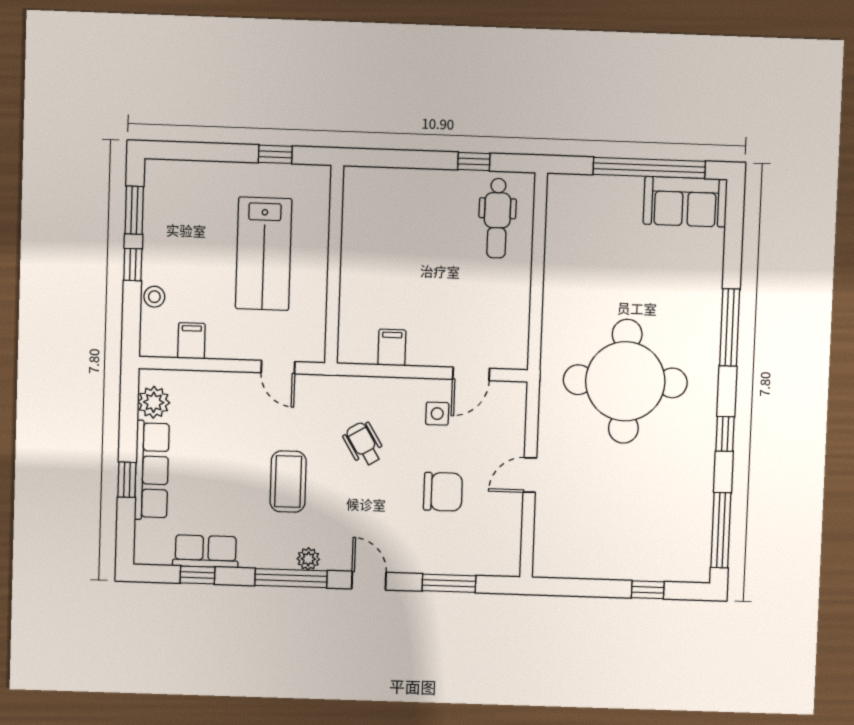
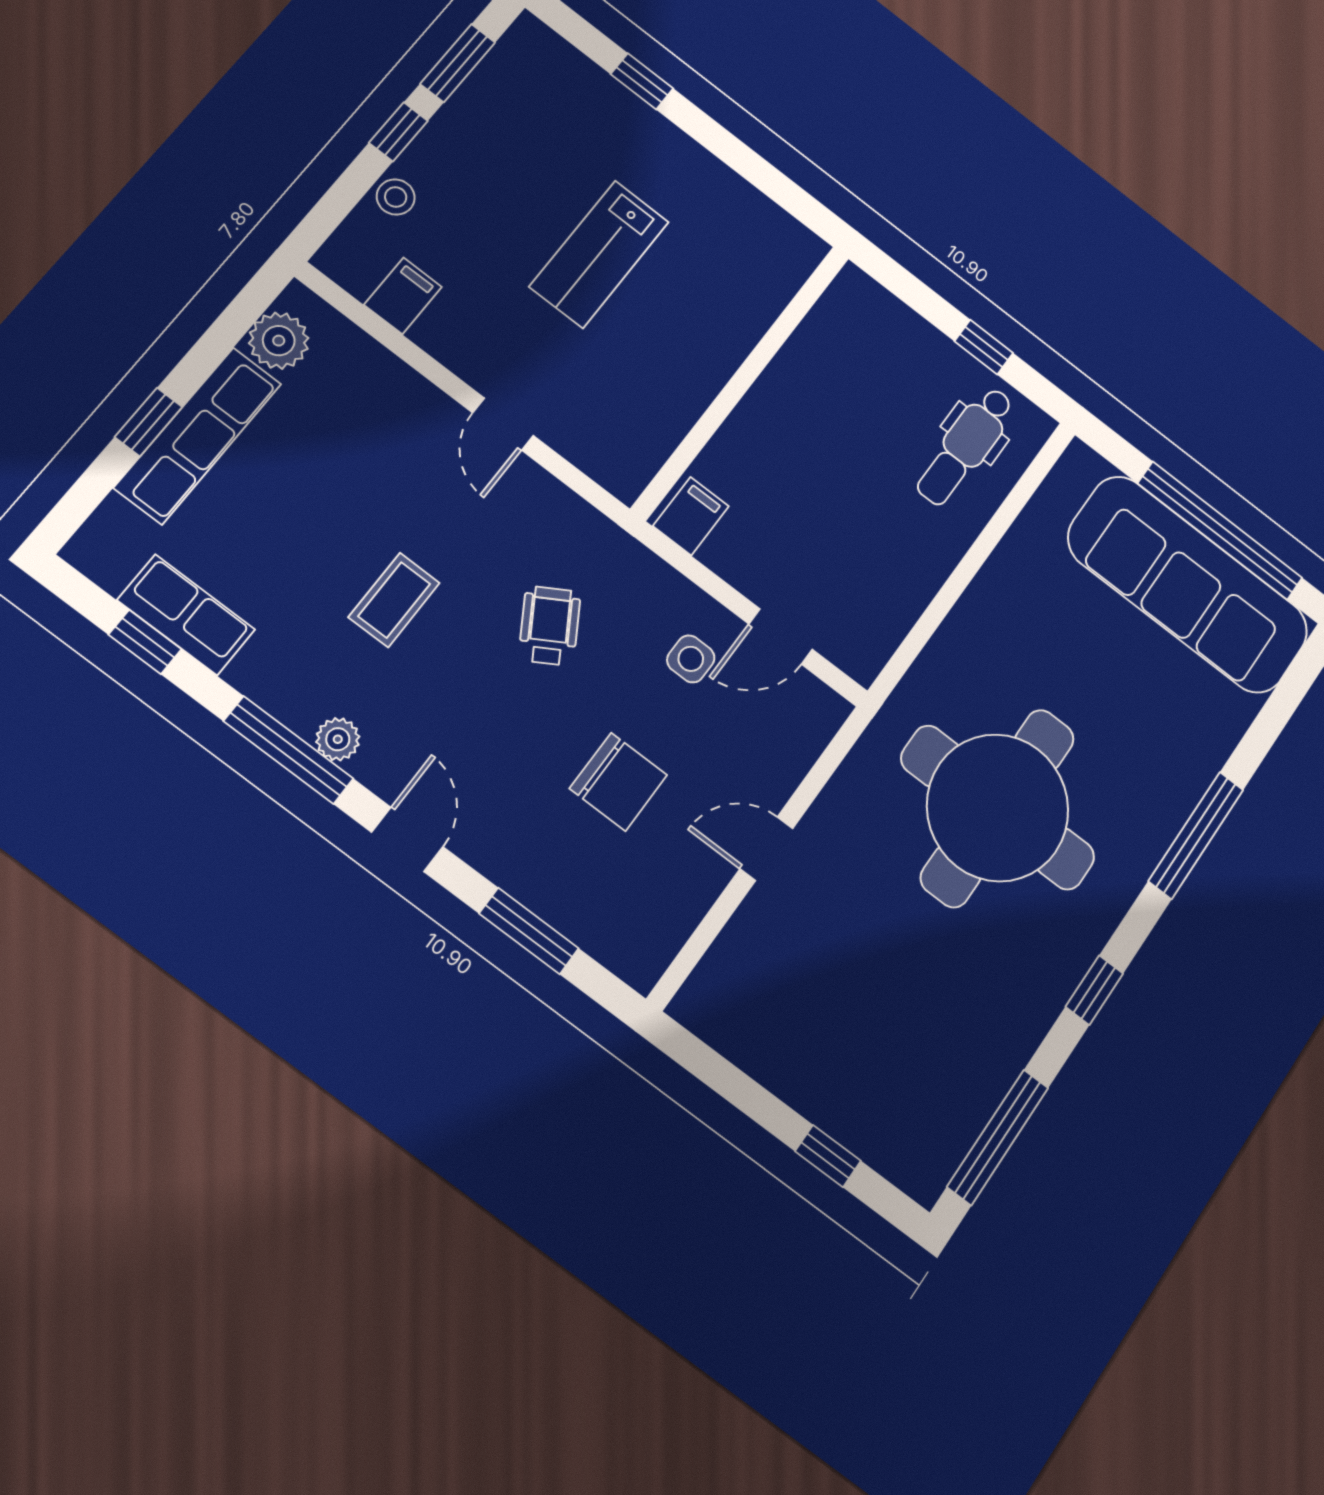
window: (275, 154) -> (642, 81), moved
sofa: (685, 202) -> (1188, 584), width x1.85, depth x1.27
lab bench: (264, 254) -> (599, 254), width x0.73, depth x0.72
wall: (334, 265) -> (741, 381), moved
coffee table: (288, 482) -> (394, 600), width x0.73, depth x0.77

